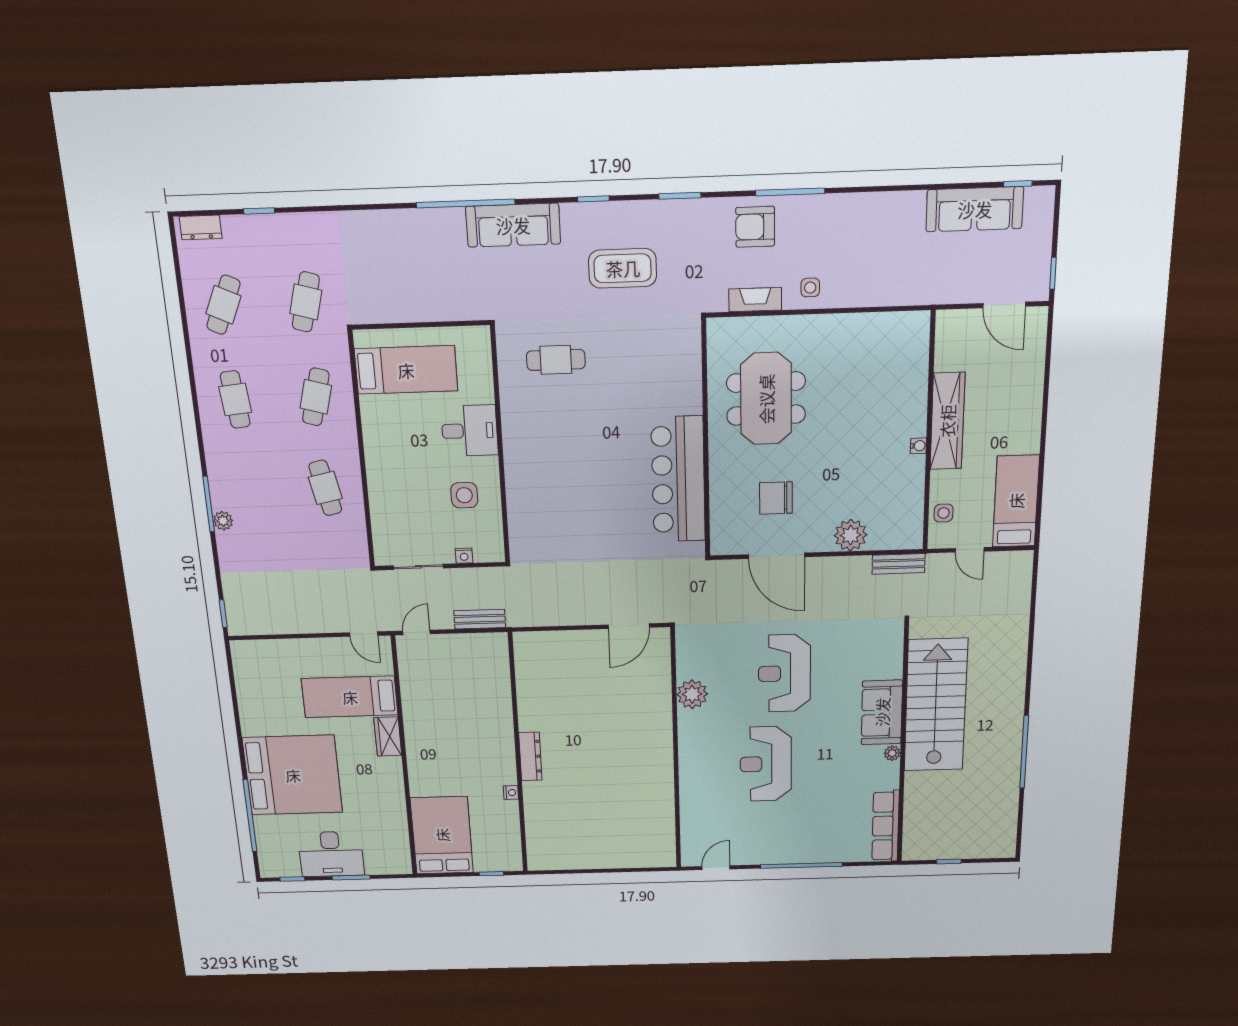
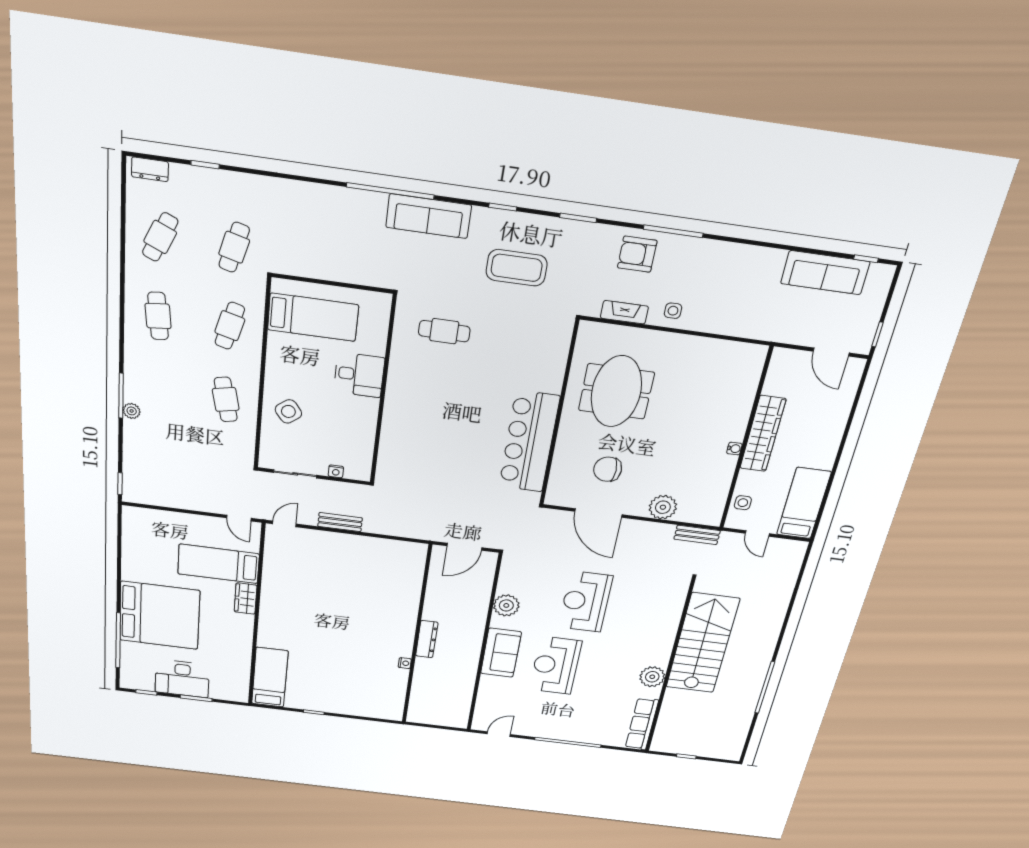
side table: (464, 495) -> (288, 411), moved, turned -37
sofa: (882, 712) -> (501, 653), moved, turned 180
plant: (892, 753) -> (652, 677), width x1.88, depth x1.88
wall: (518, 755) -> (417, 636), moved
dresser: (530, 756) -> (427, 639), moved
nightstand: (511, 793) -> (405, 663), moved
bed: (442, 835) -> (270, 677), width x0.67

